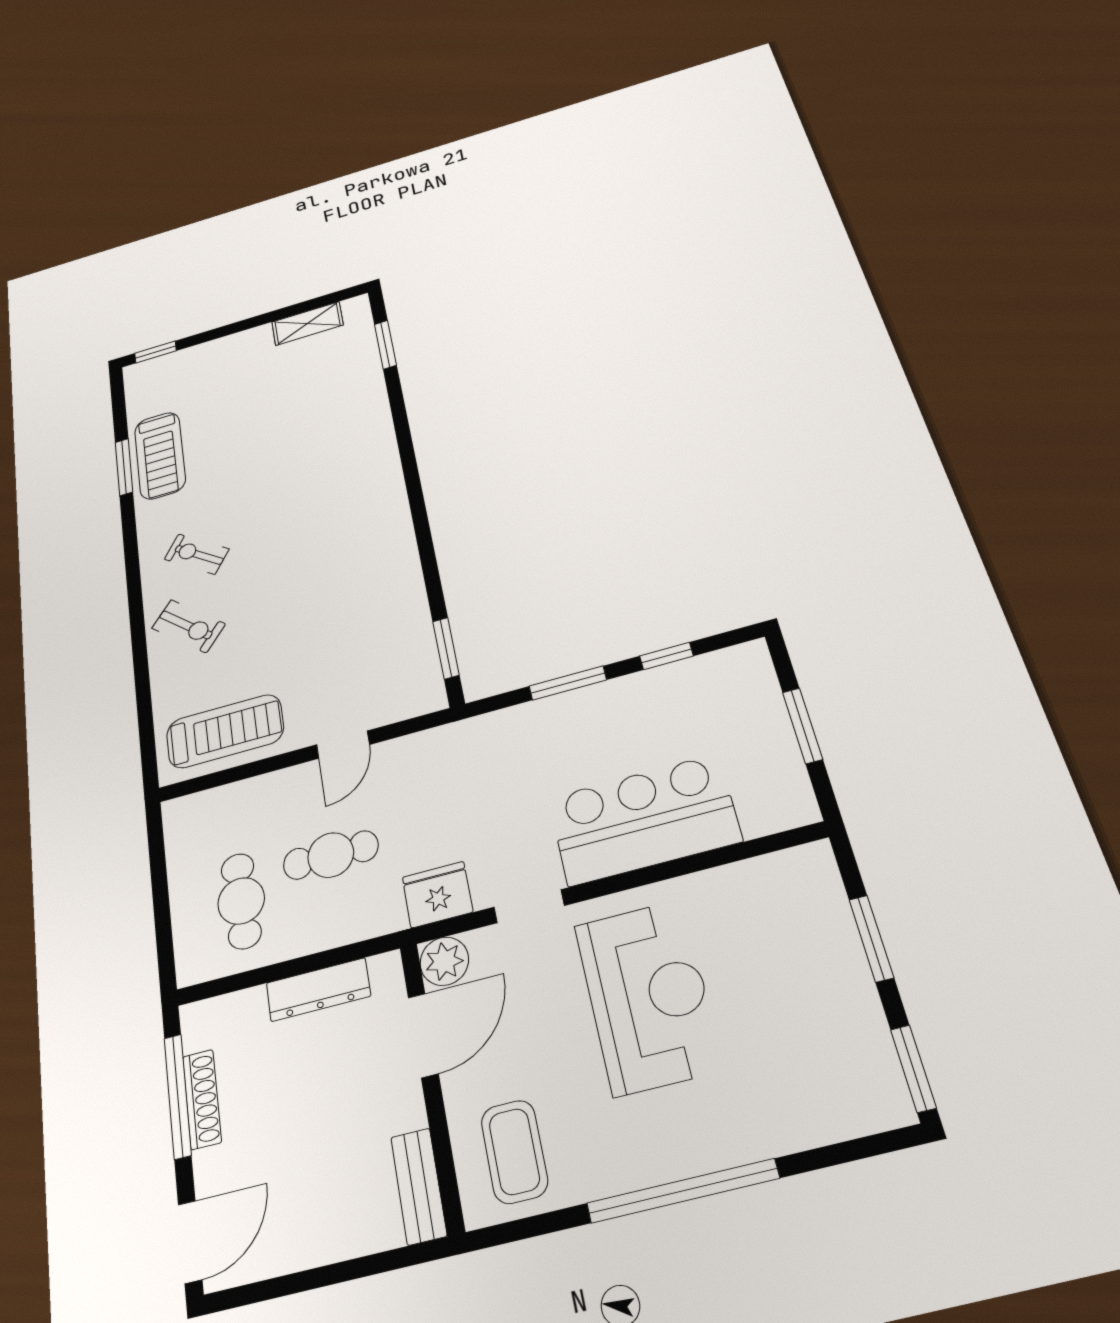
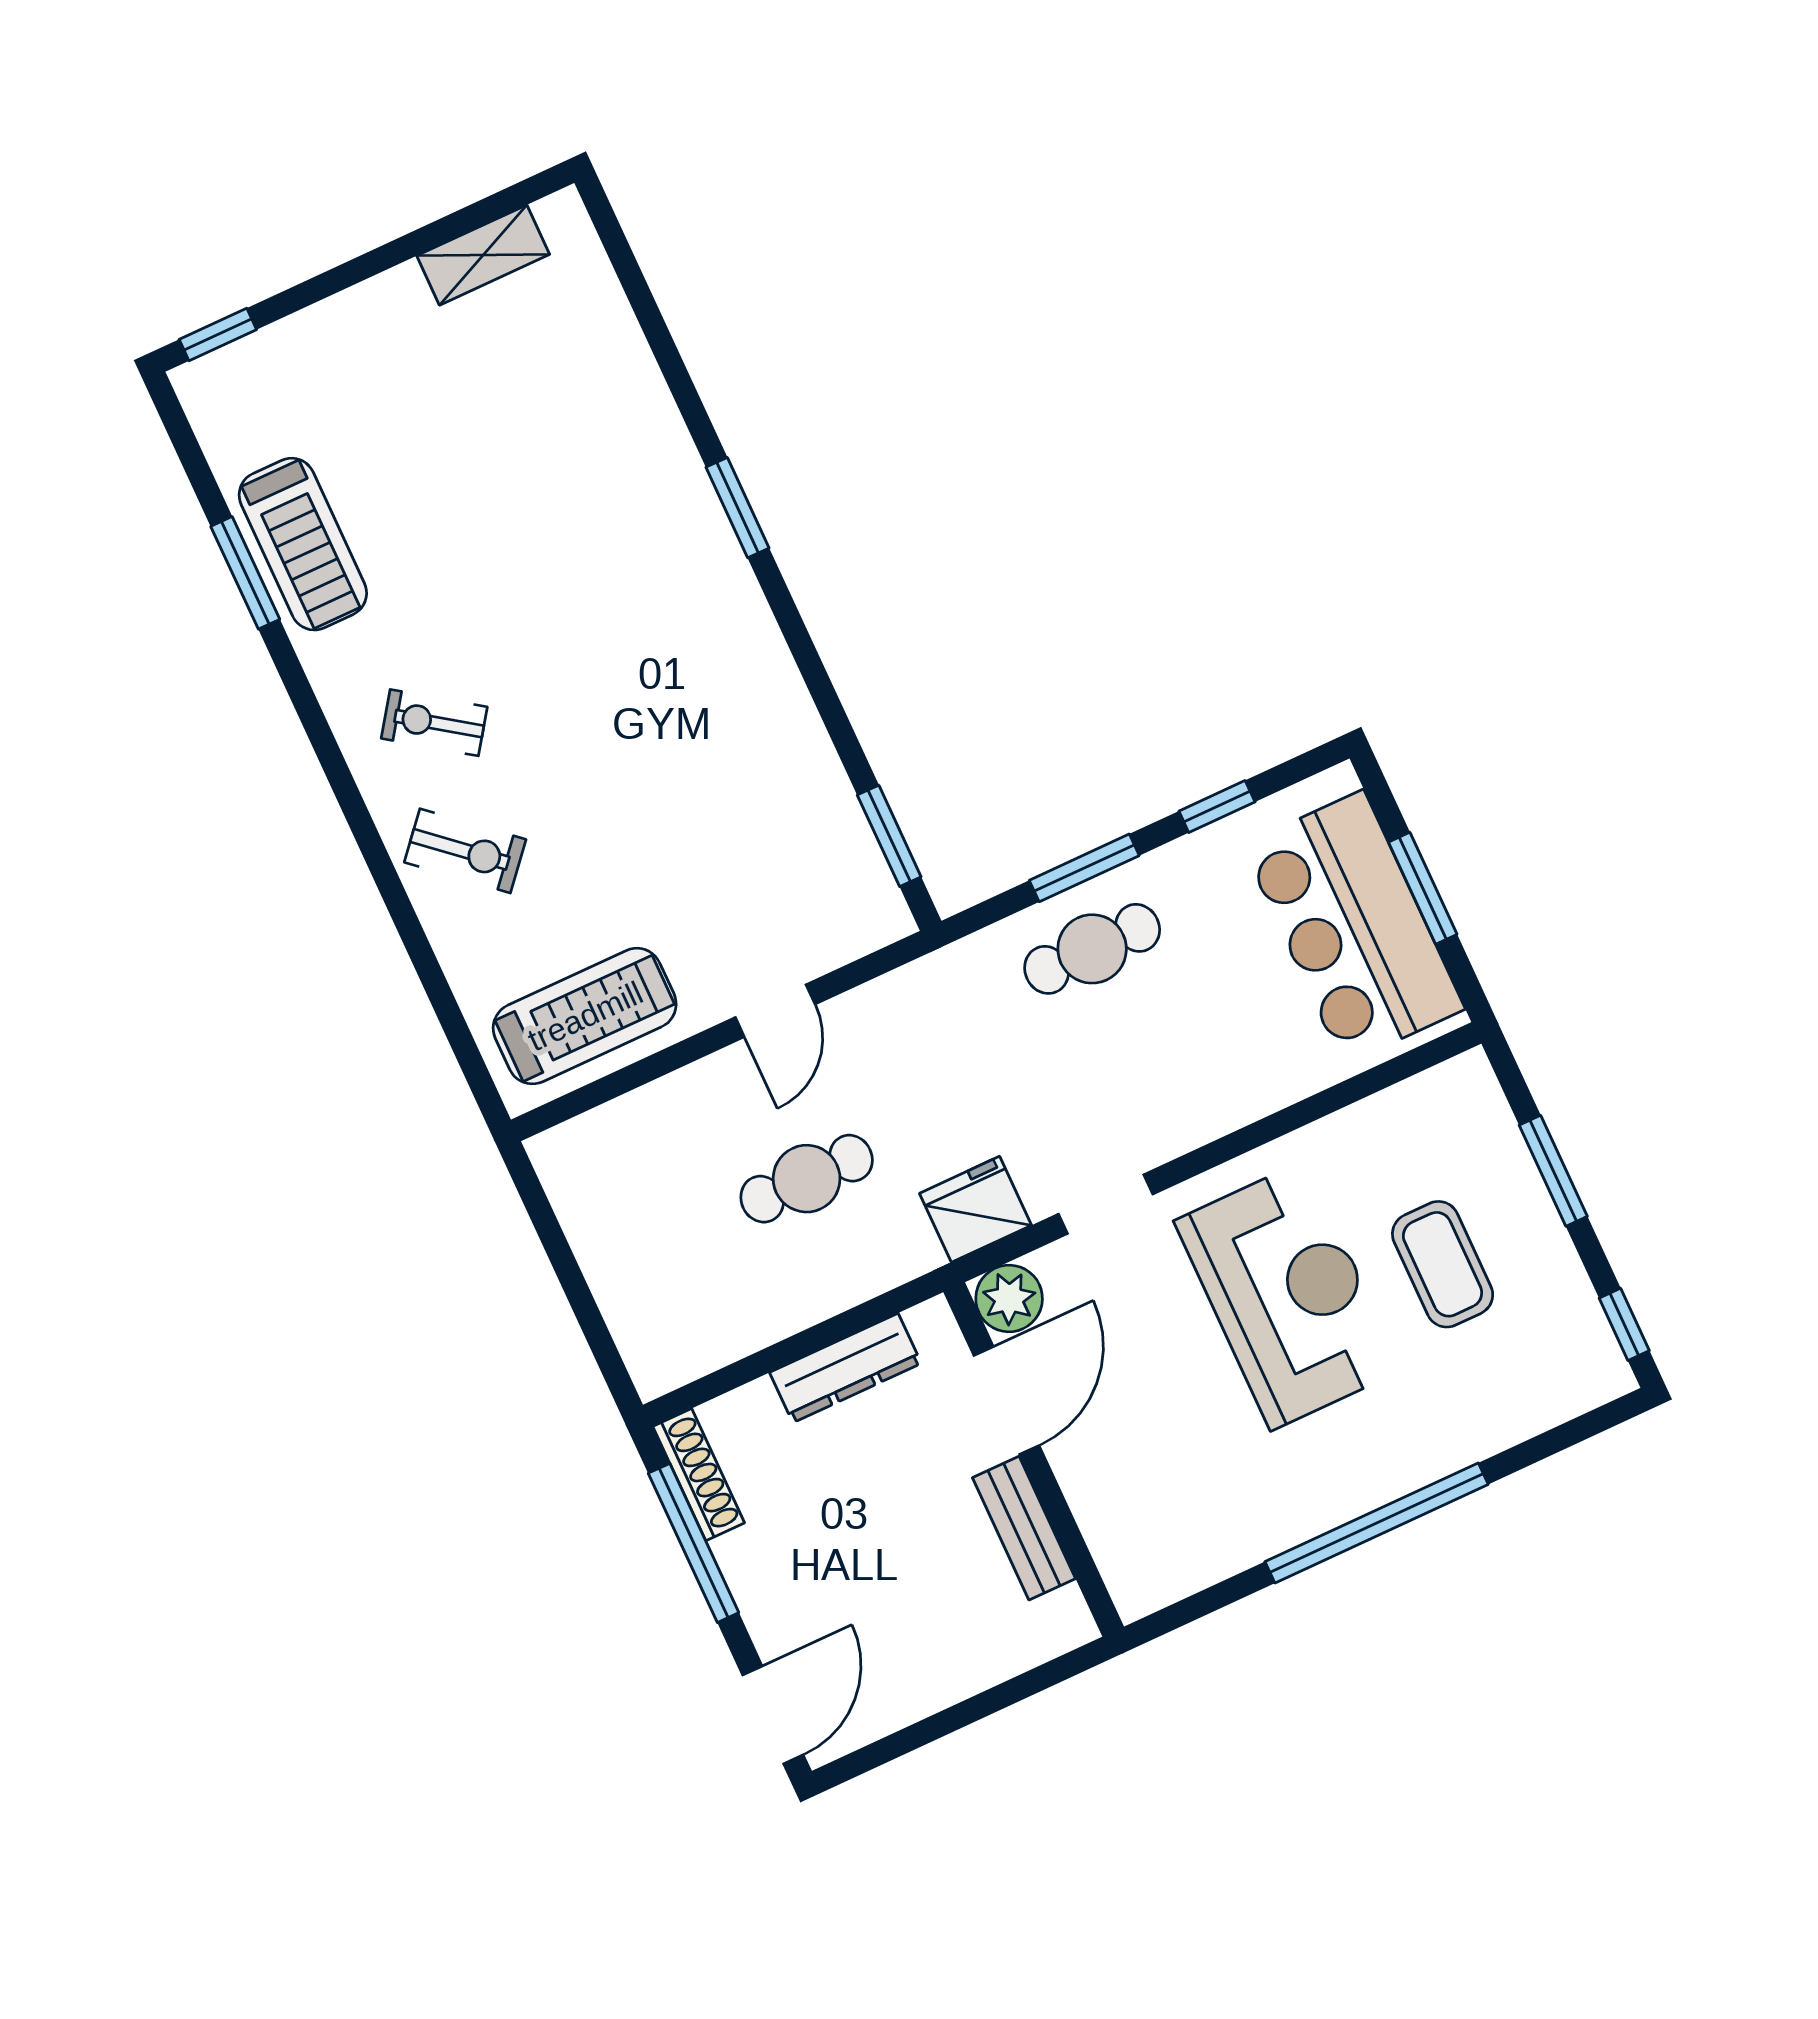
window: (385, 345) -> (738, 508), moved
bar counter: (644, 820) -> (1353, 927), moved, turned -90
cafe table: (241, 901) -> (1092, 949), moved, turned 90
window: (913, 1069) -> (1624, 1324), width x0.67
shoe rack: (202, 1099) -> (699, 1475), moved
coffee table: (514, 1152) -> (1443, 1264), moved
bench: (419, 1186) -> (1024, 1528), moved

